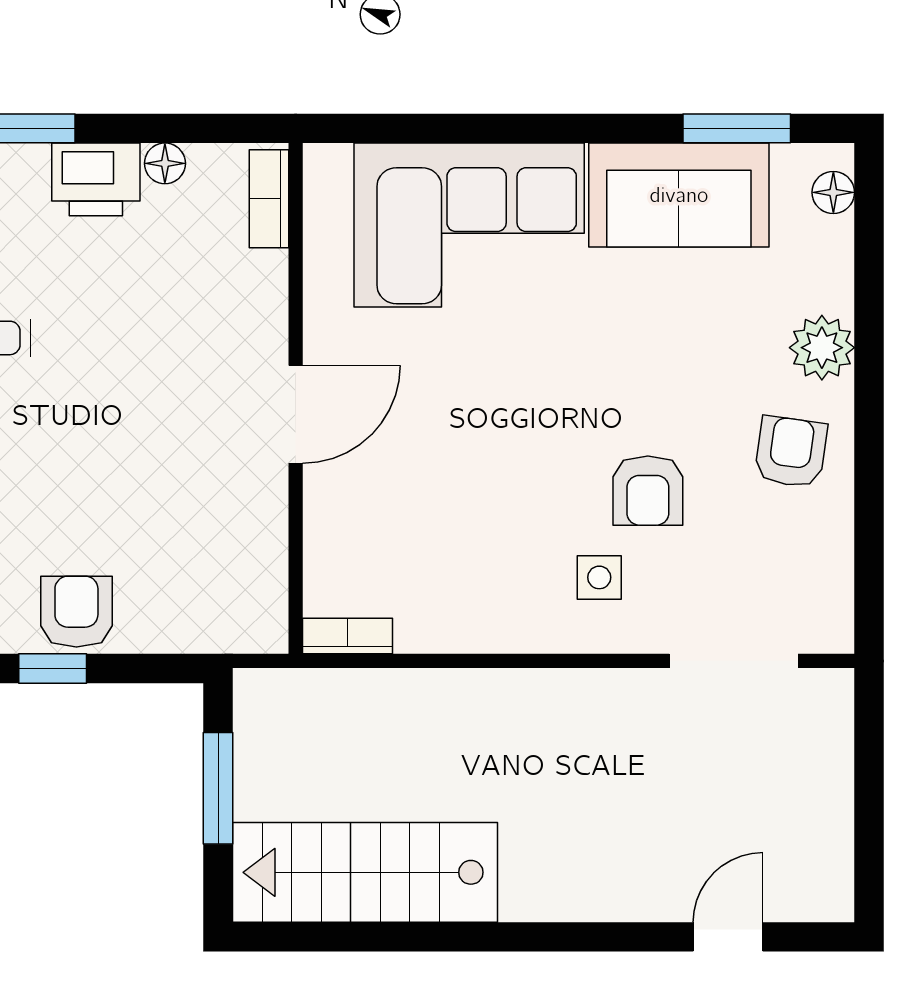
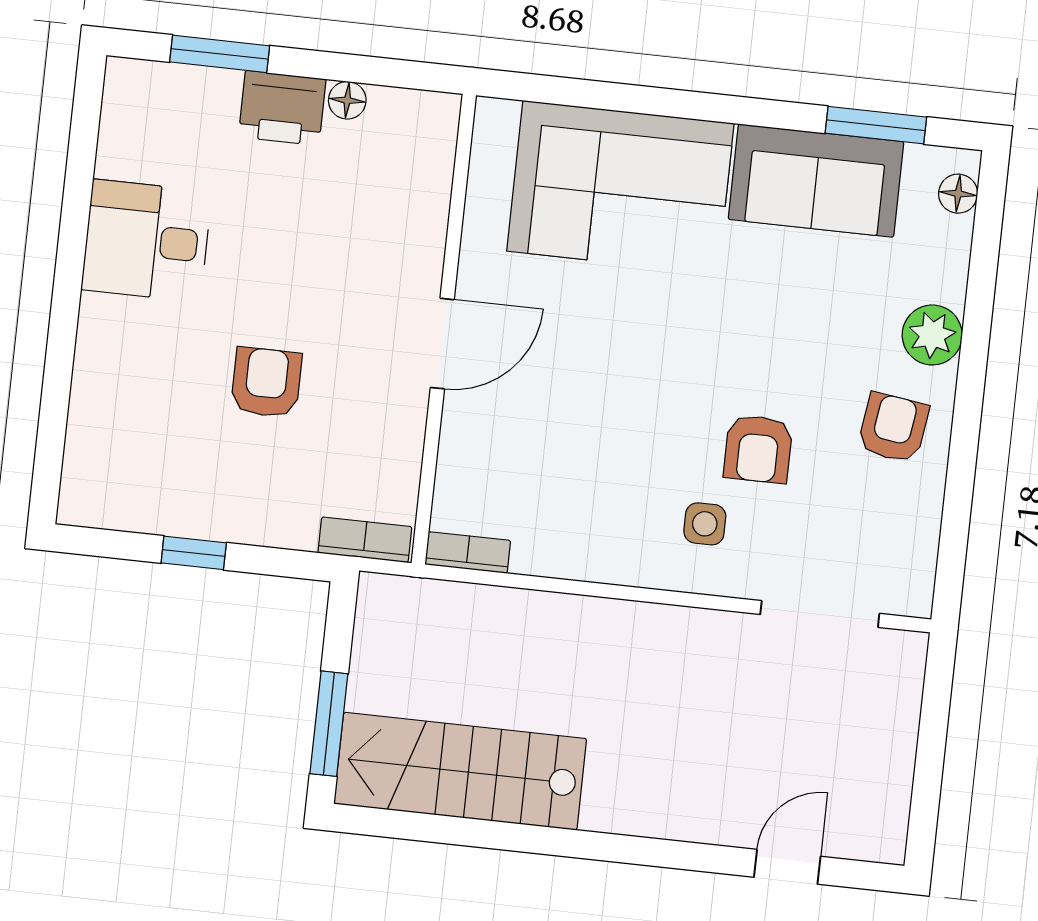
bookcase: (269, 199) -> (365, 540), moved, turned 90
armchair: (76, 612) -> (266, 382), moved
window: (218, 788) -> (329, 724), moved

